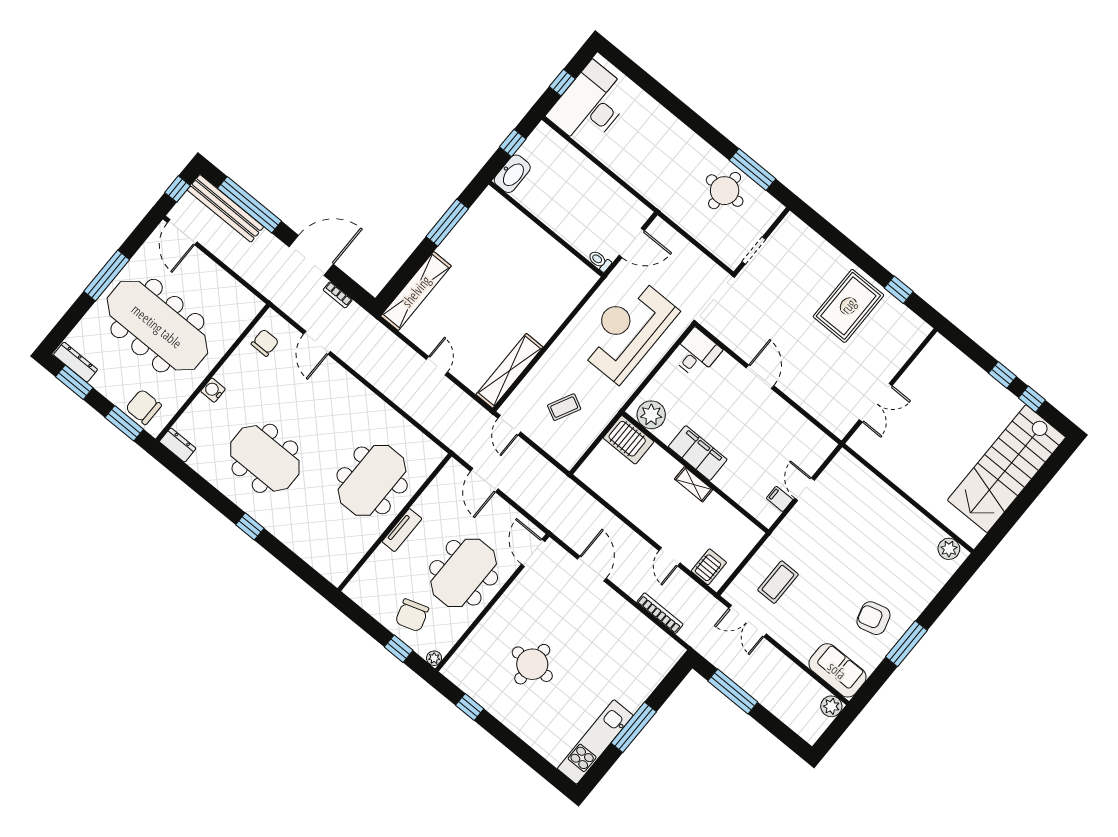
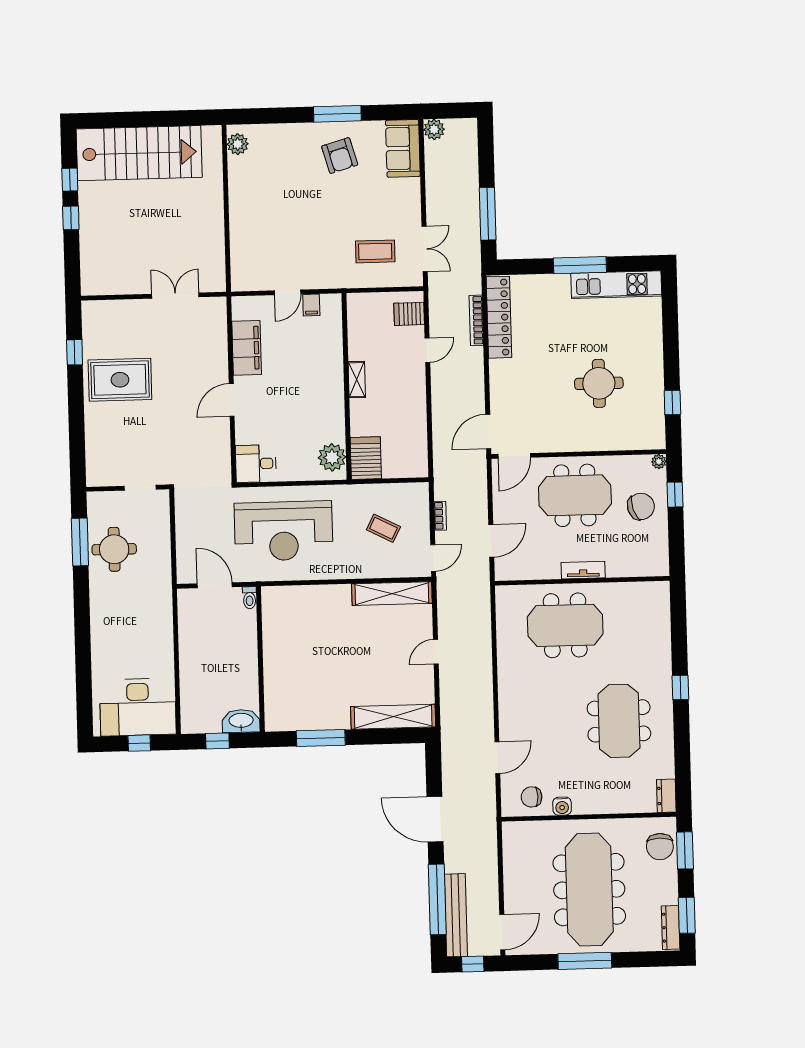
bookcase: (338, 295) -> (440, 516), moved
water cooler: (213, 390) -> (562, 806), moved
filing cabinet: (698, 453) -> (247, 348), moved, turned 180
door: (592, 569) -> (488, 432), moved
locker: (647, 632) -> (499, 317), added

